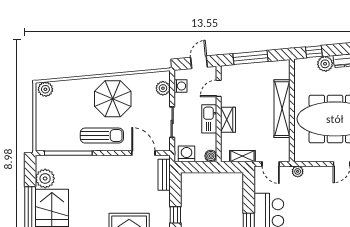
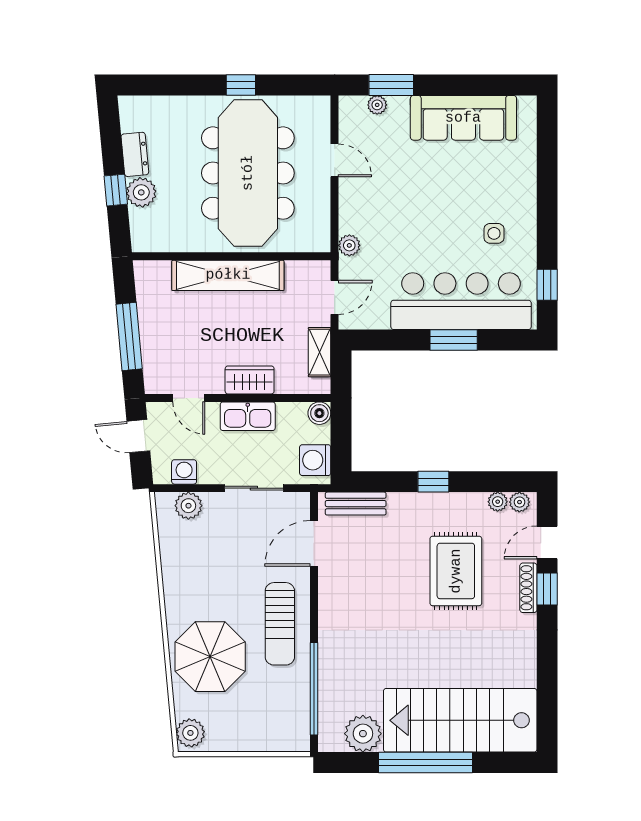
window: (314, 52) -> (116, 190), moved
parasol: (113, 99) -> (210, 657), moved
sun lounger: (102, 136) -> (280, 624), turned 180

